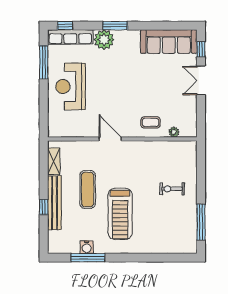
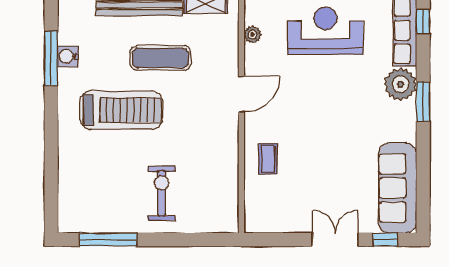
plant: (174, 132) -> (252, 34), moved
exercise bike: (172, 189) -> (161, 193), width x1.38, depth x1.39
treadmill: (120, 214) -> (121, 110), turned 180

